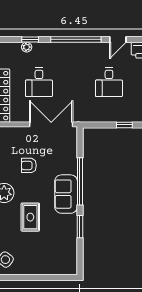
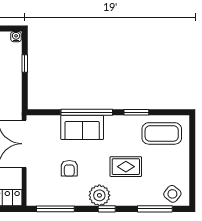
sofa: (66, 194) -> (82, 127), moved
coffee table: (61, 250) -> (162, 133), added

